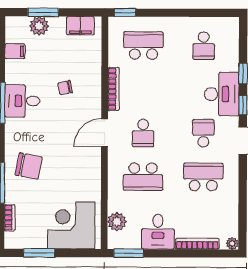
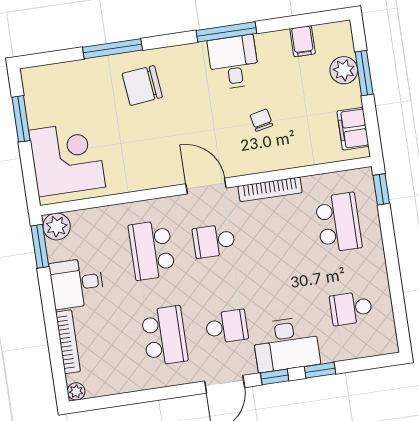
chair: (29, 166) -> (142, 85), turned 73
bookcase: (10, 218) -> (65, 69), removed
plant: (117, 222) -> (57, 227), moved

